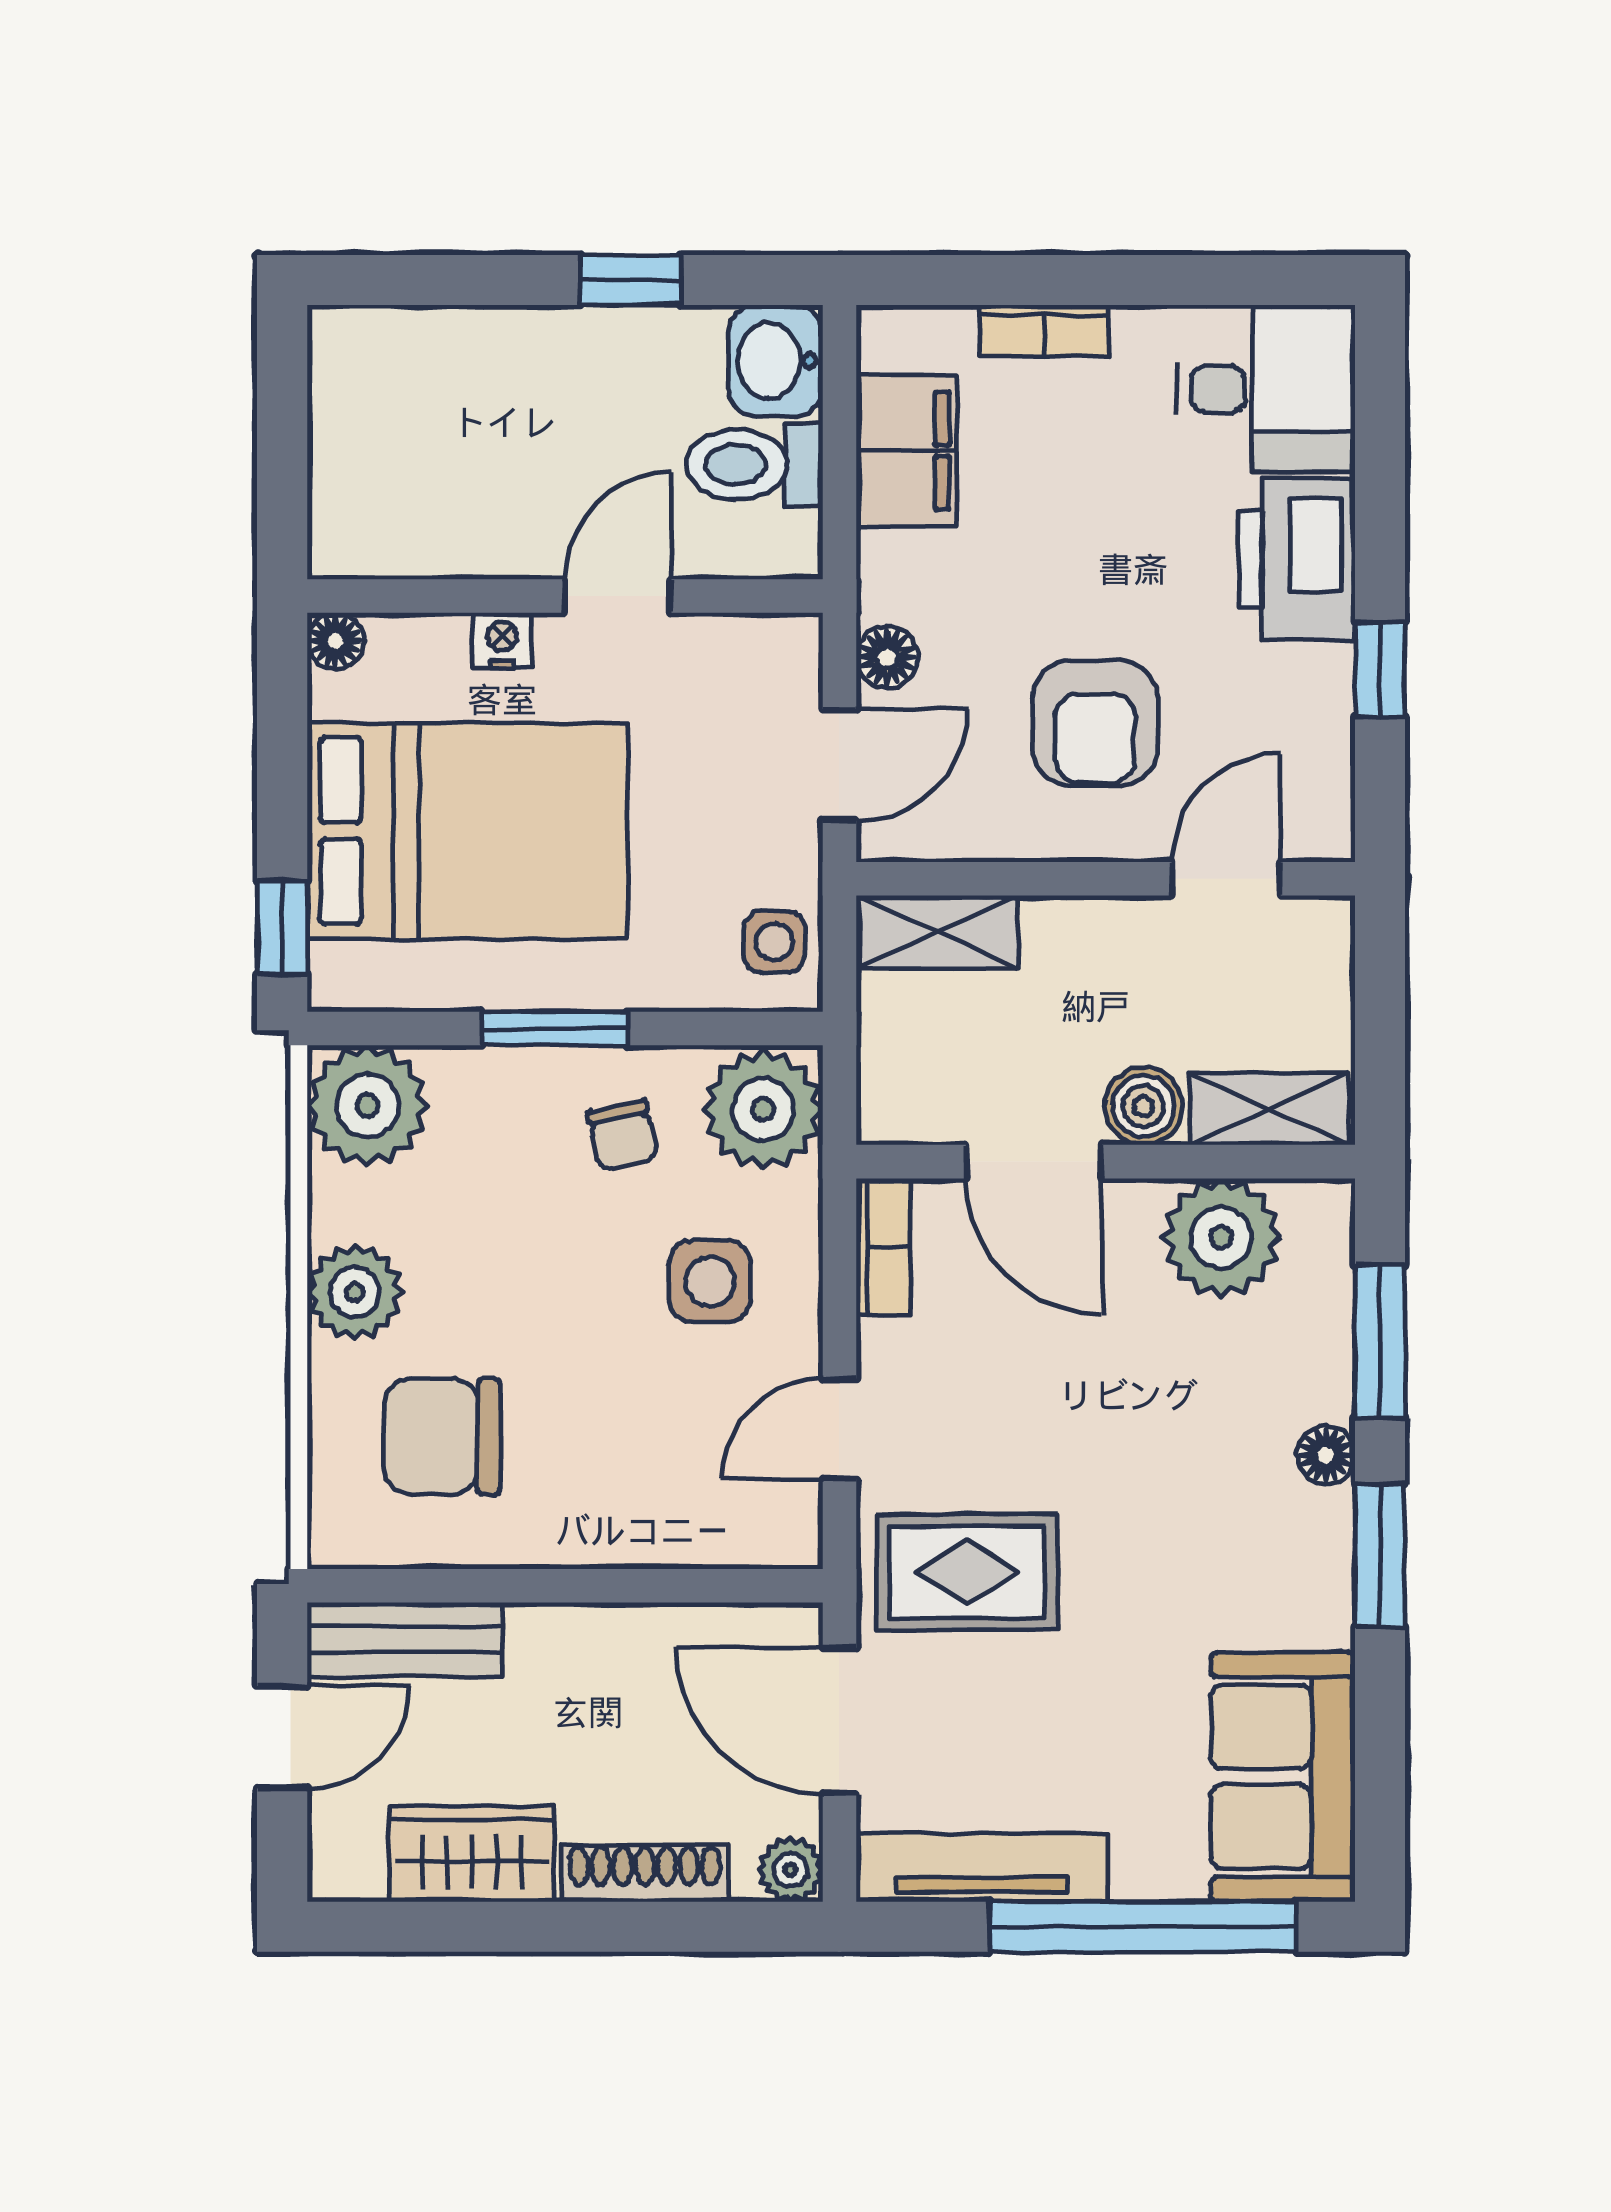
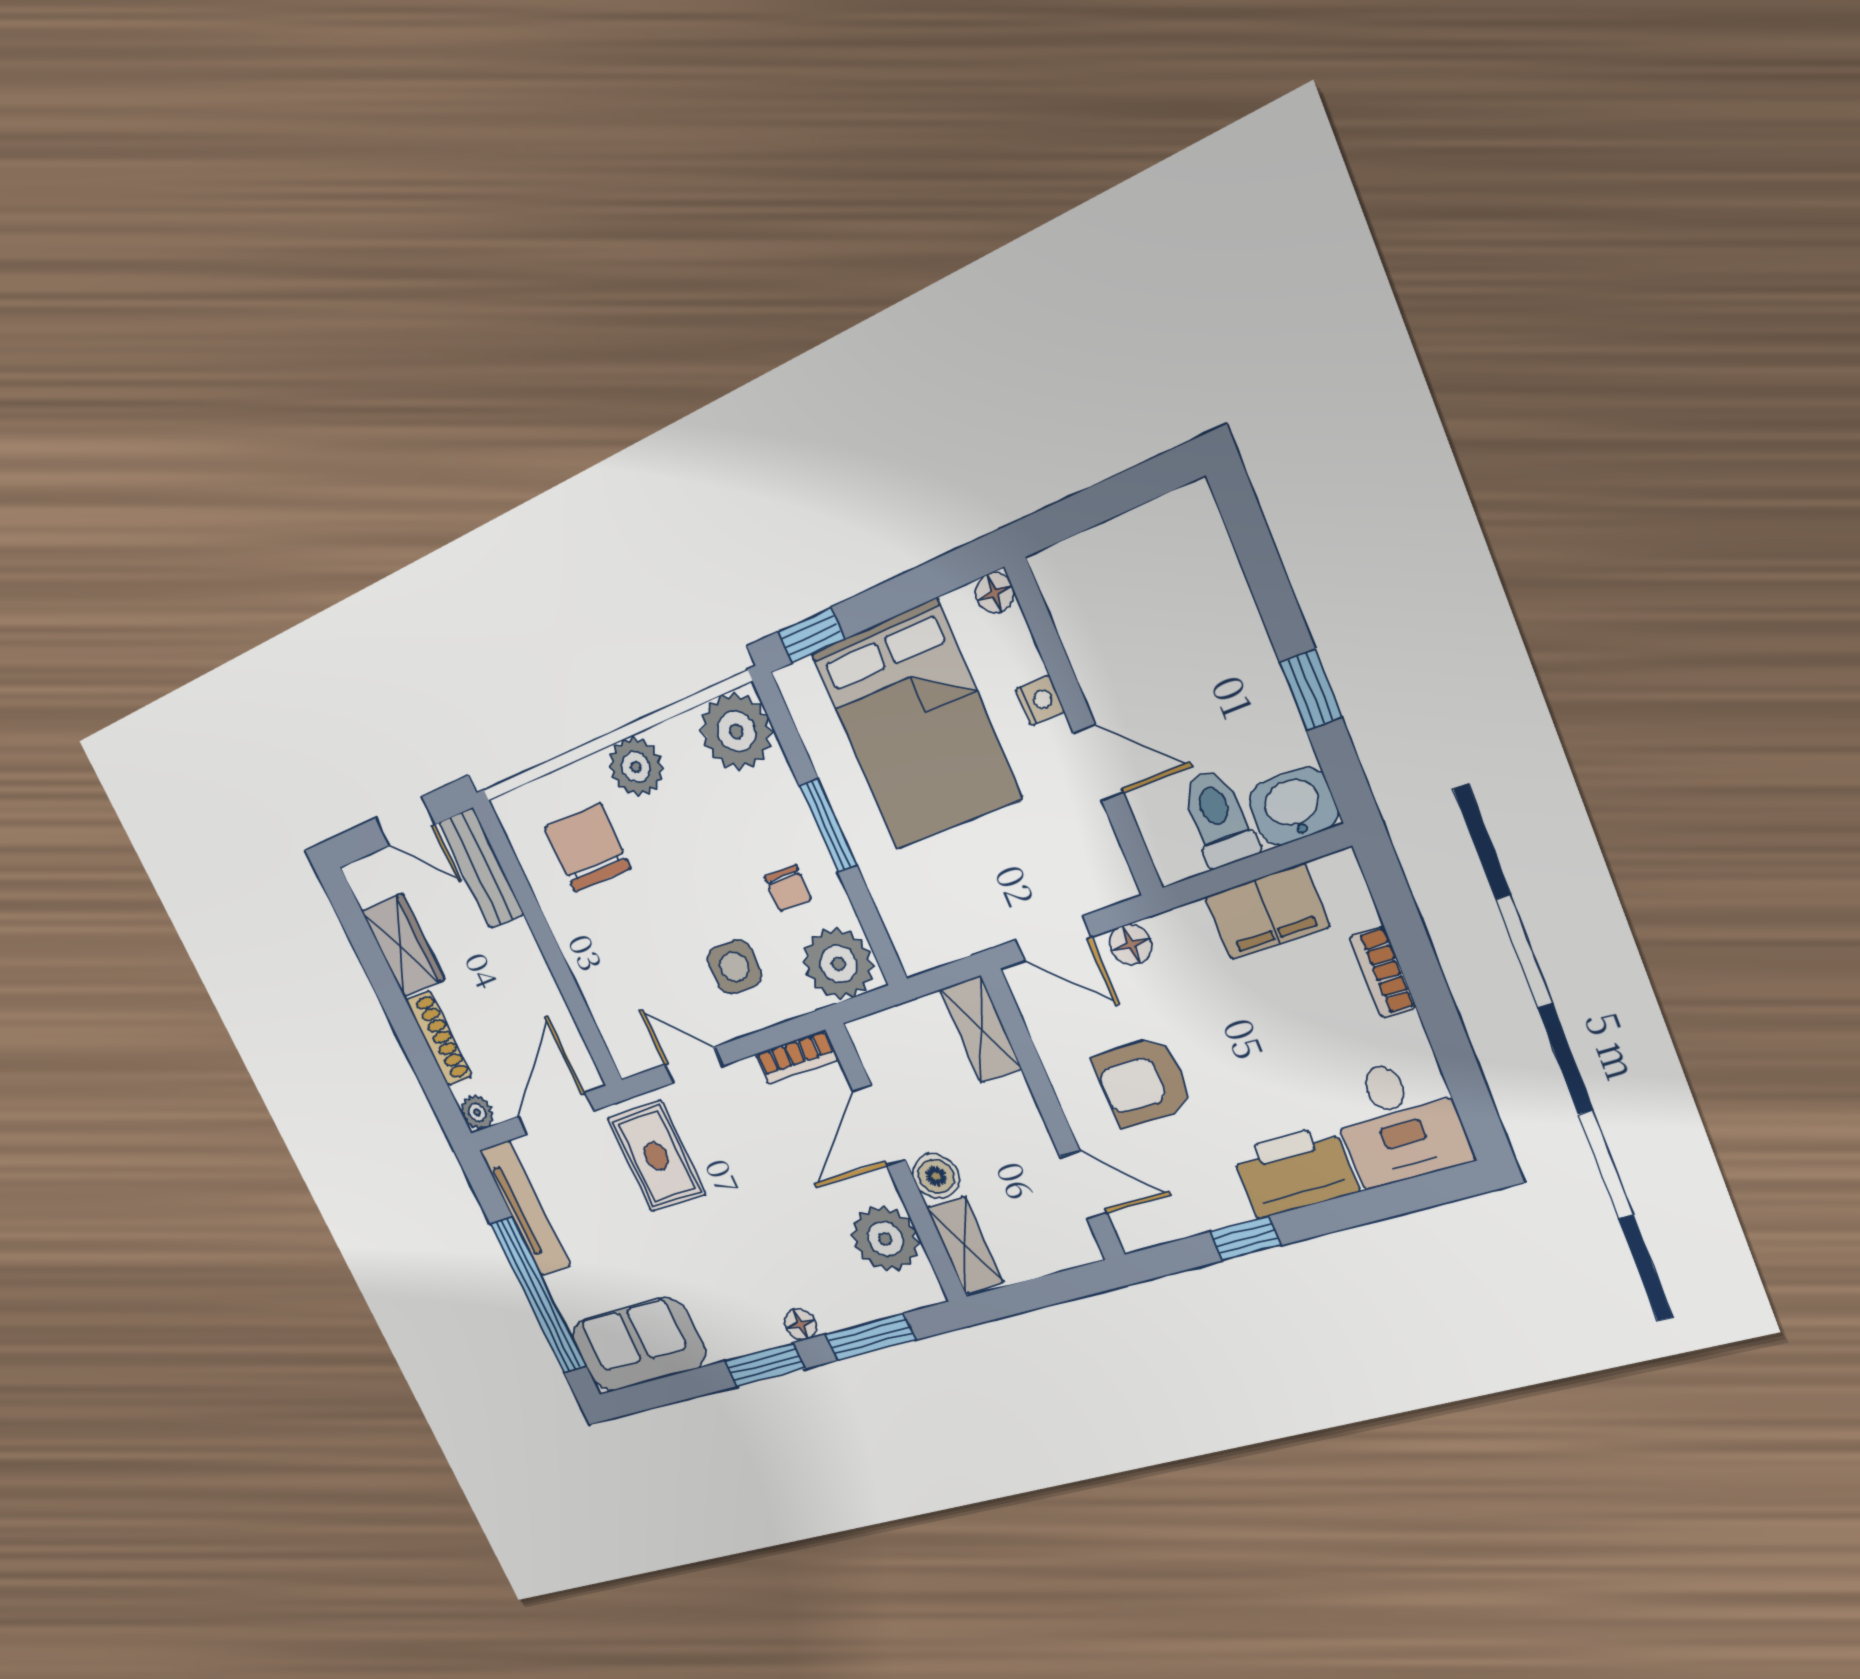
side table: (774, 942) -> (934, 936), removed
chair: (623, 1135) -> (788, 888), turned -78

